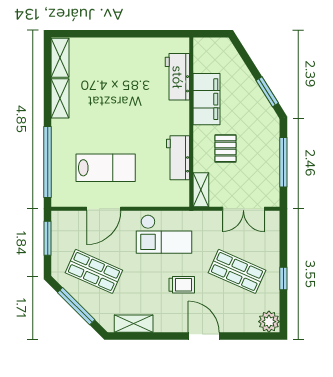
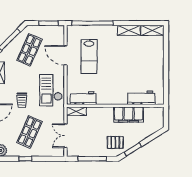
pallet: (225, 148) -> (115, 142), moved
workbench: (178, 158) -> (83, 98), moved

